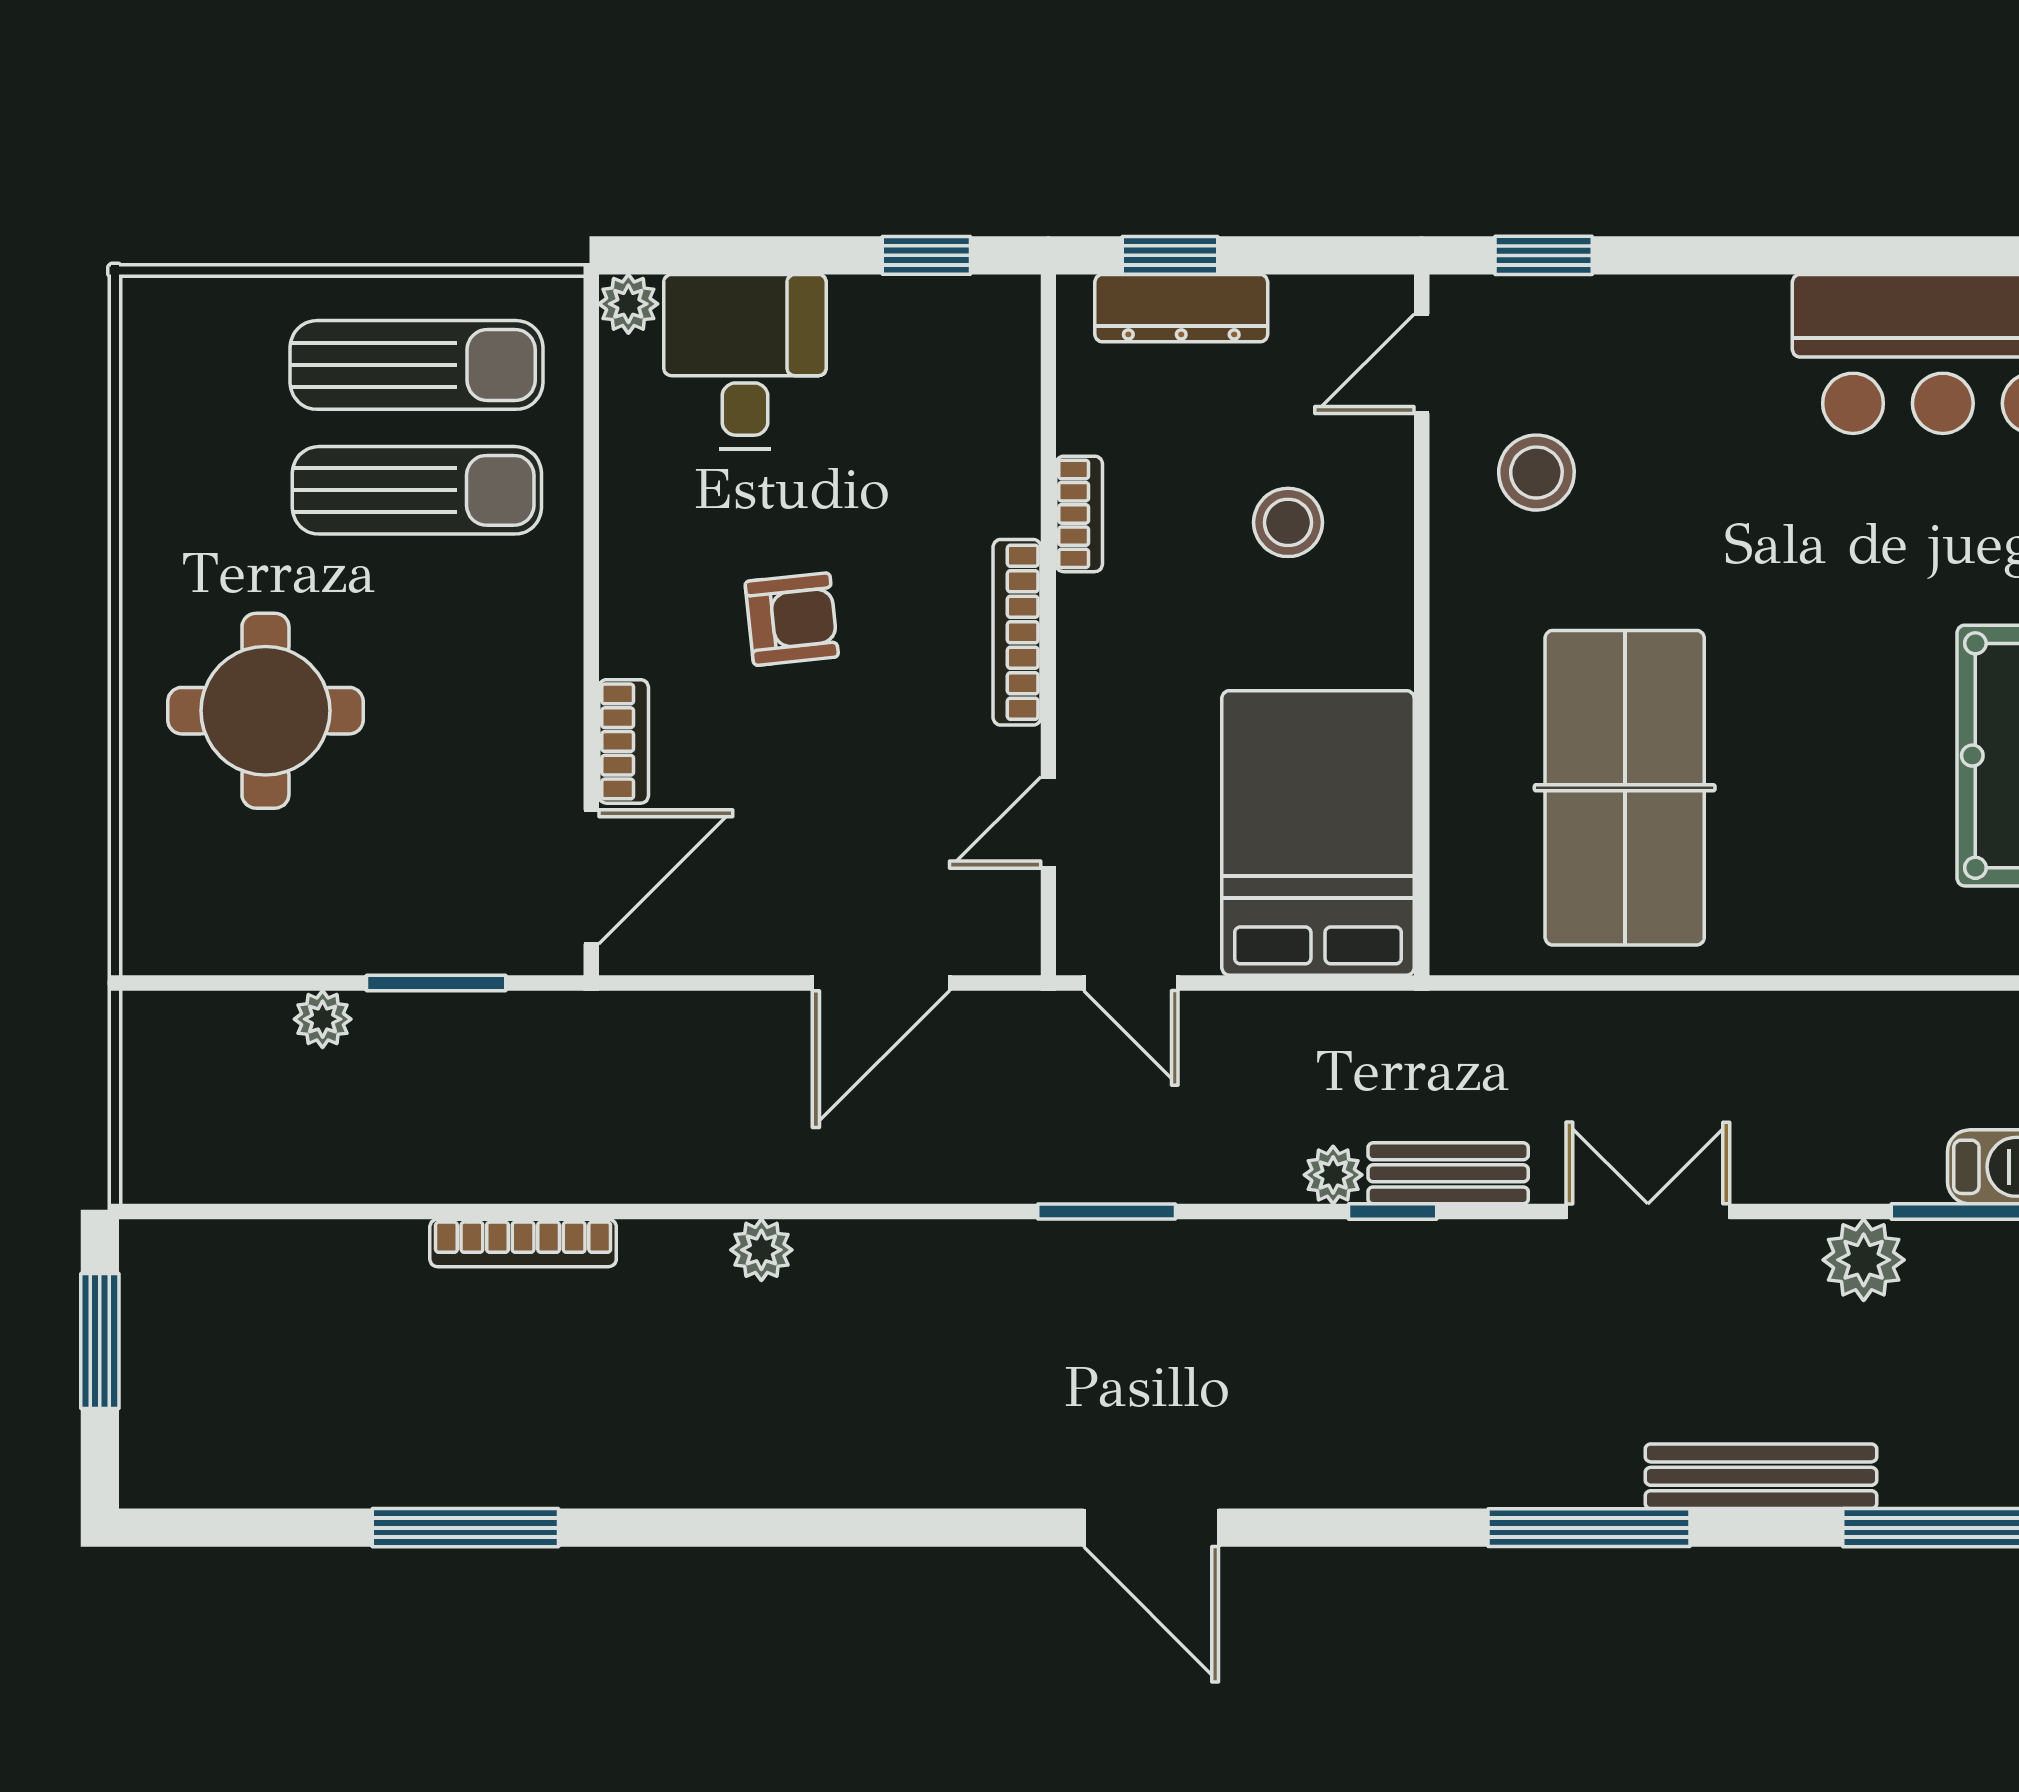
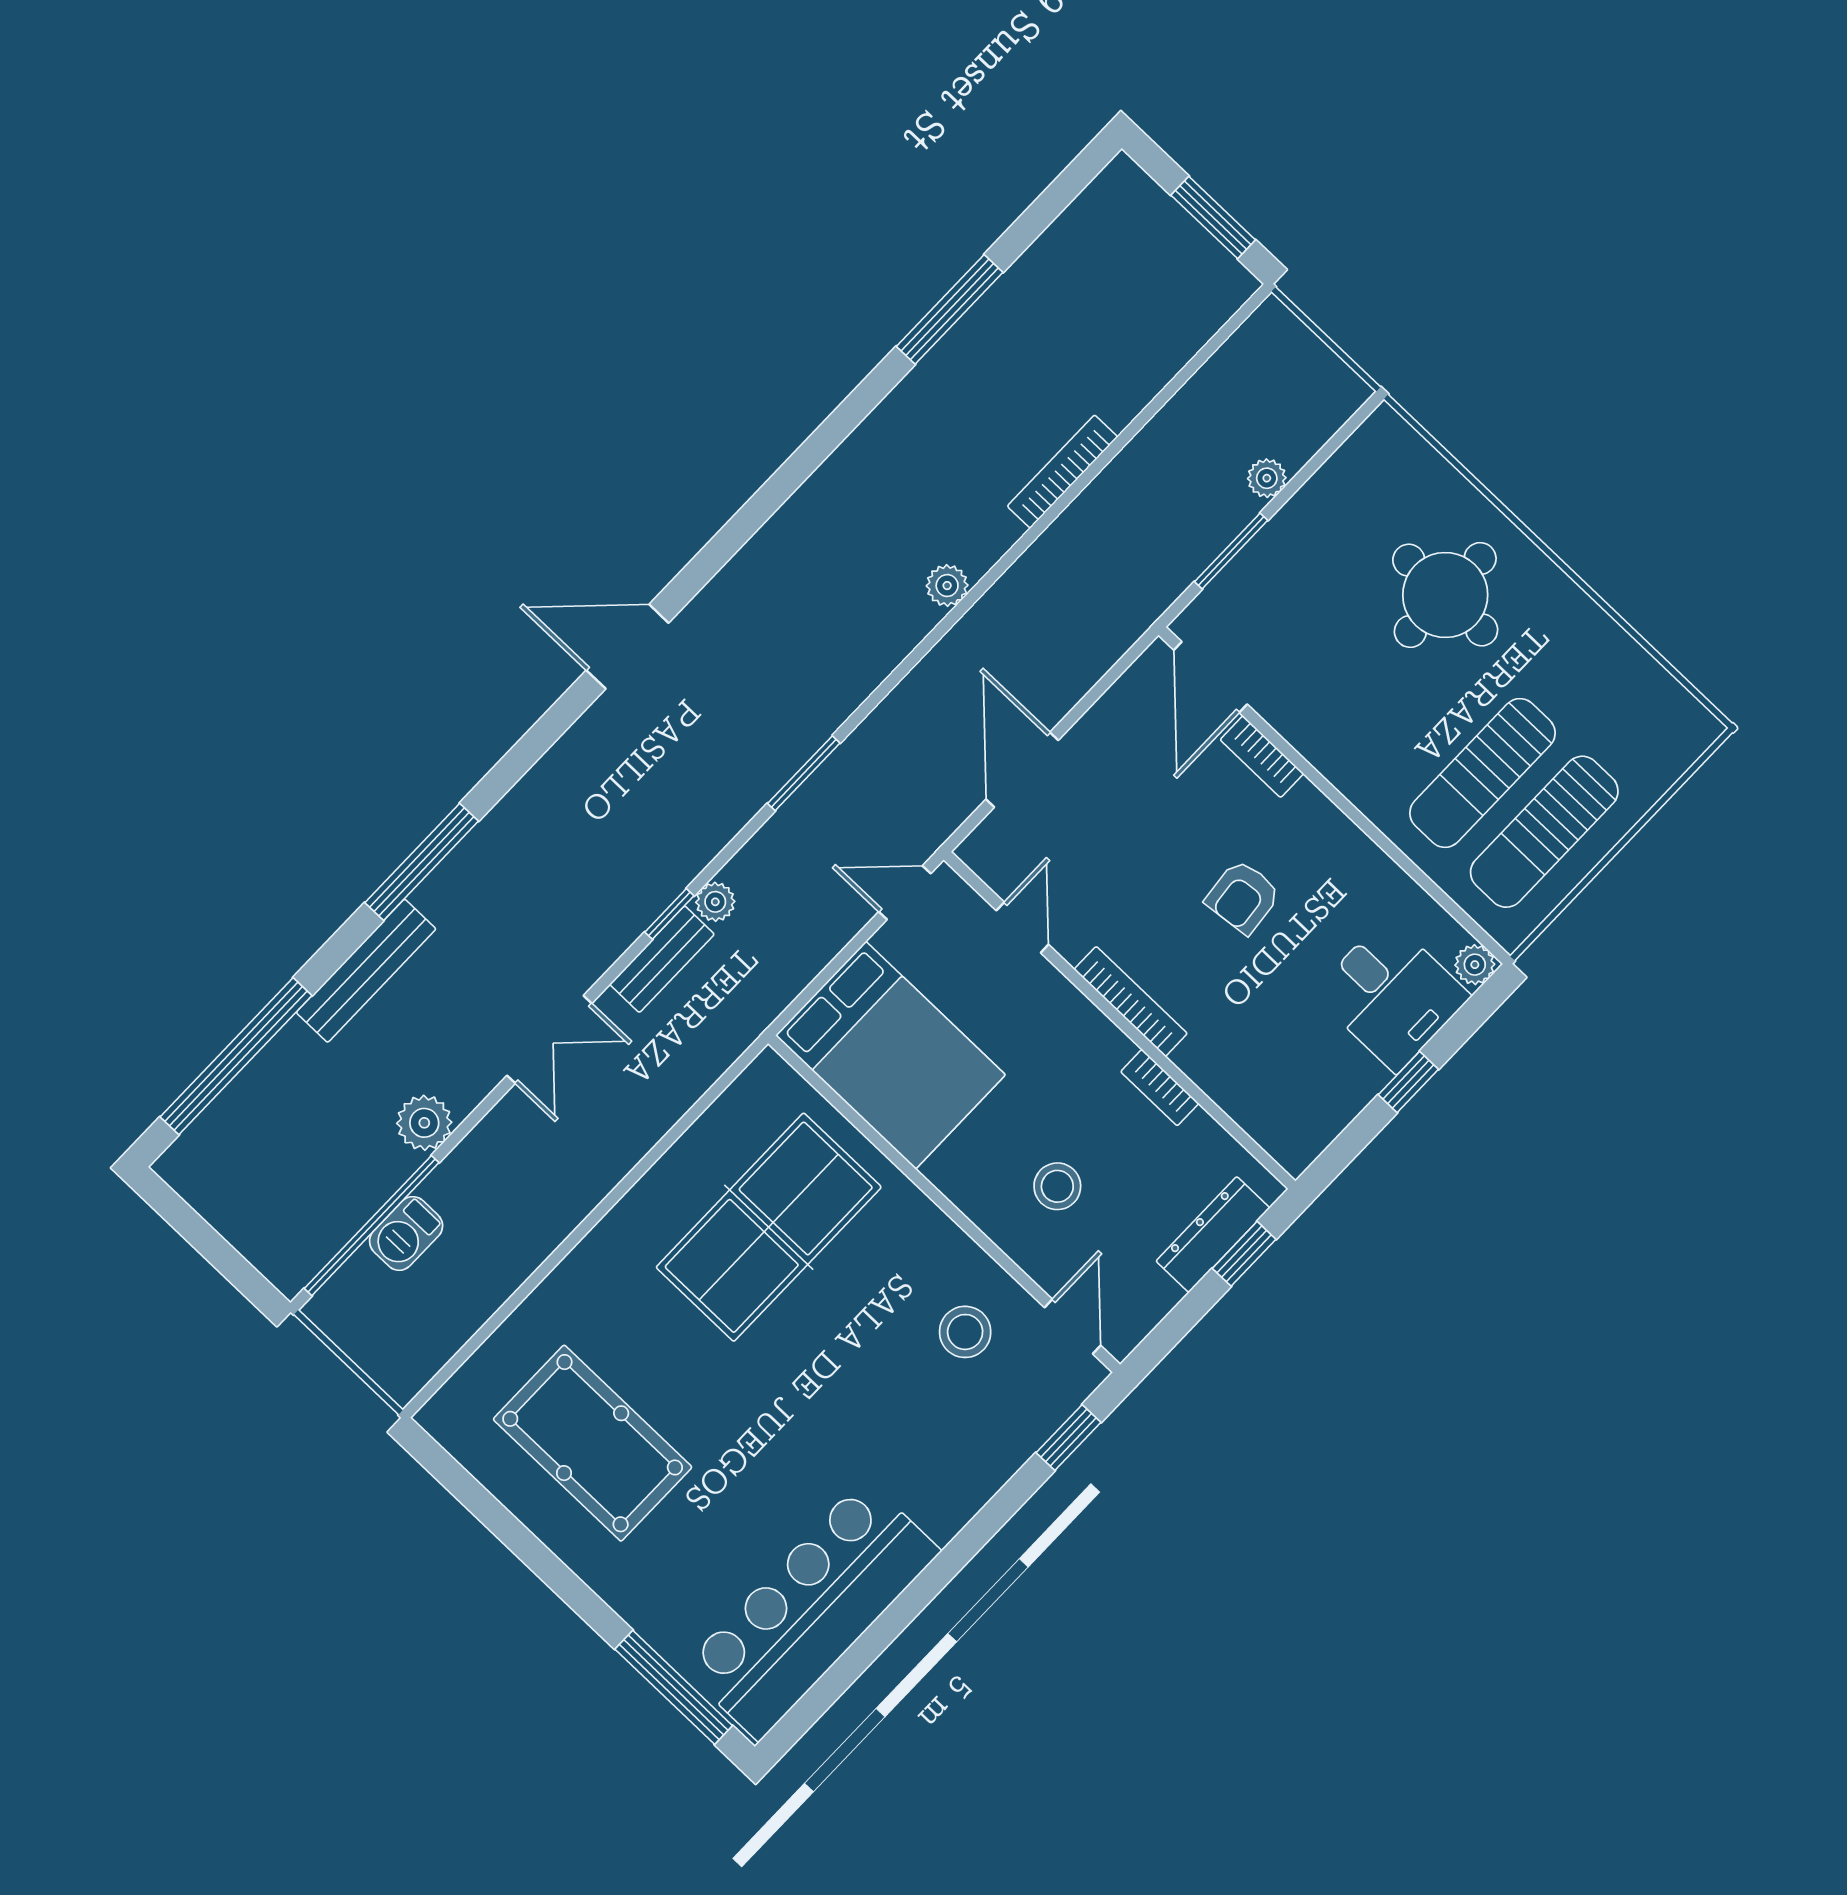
window: (926, 255) -> (1408, 1082), moved
table tennis table: (1625, 788) -> (769, 1227), turned 90

